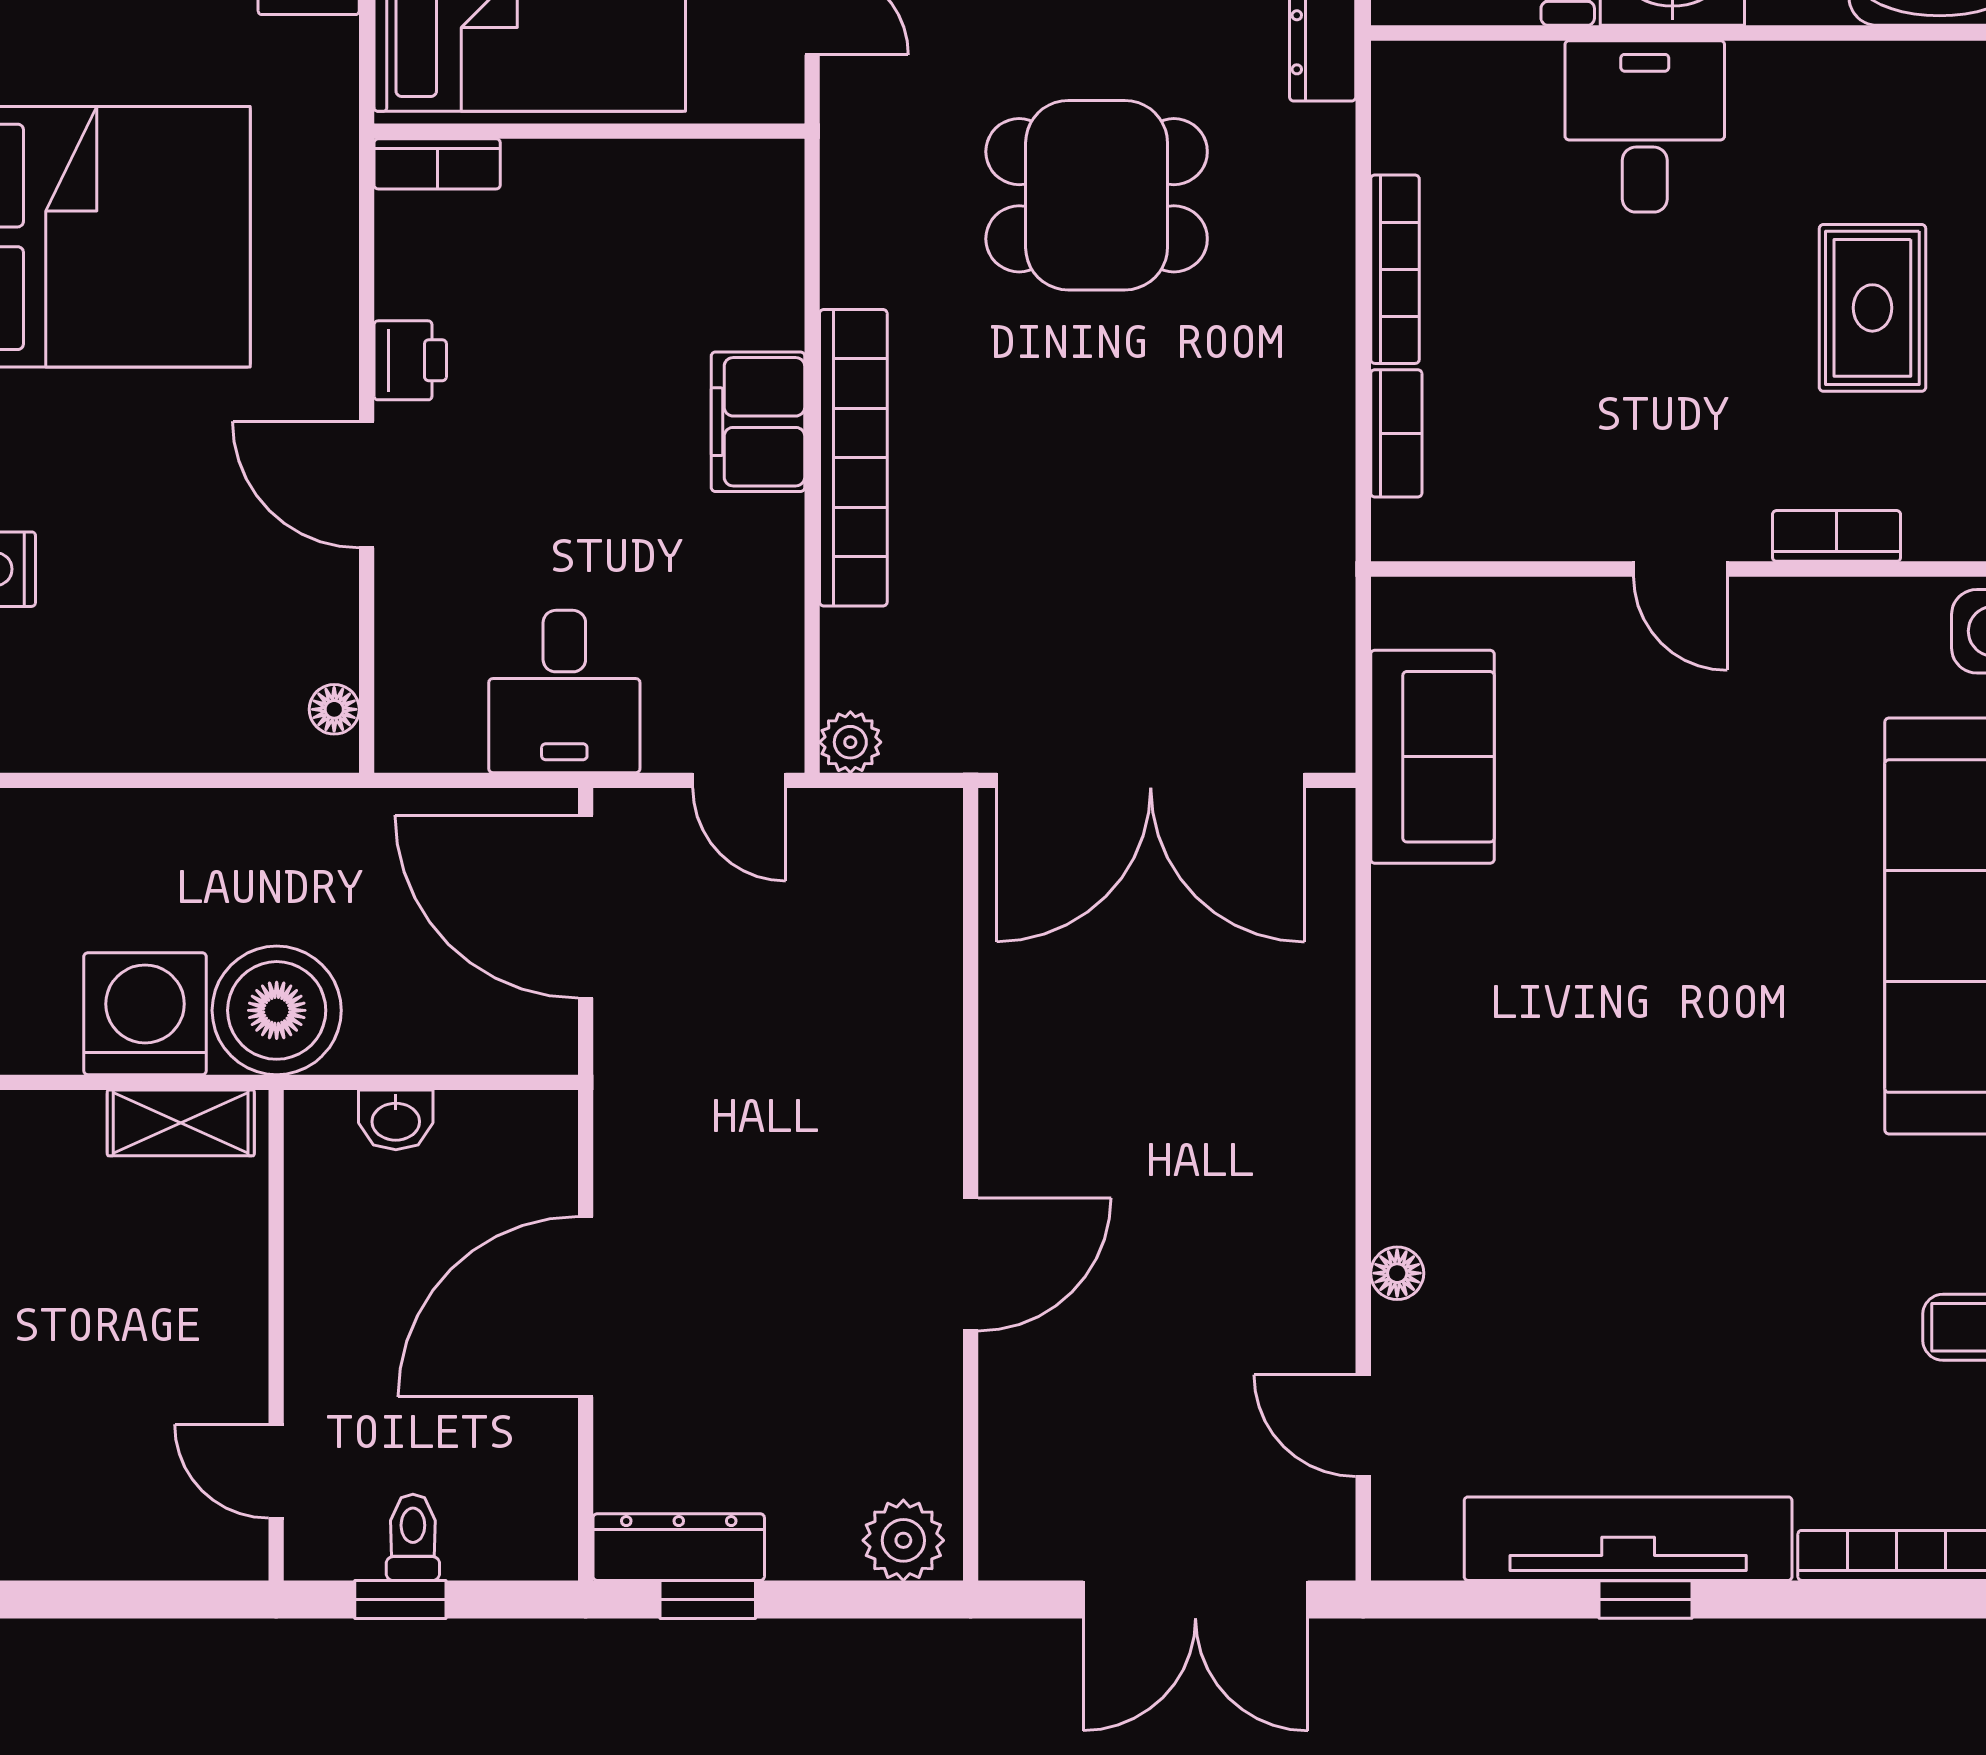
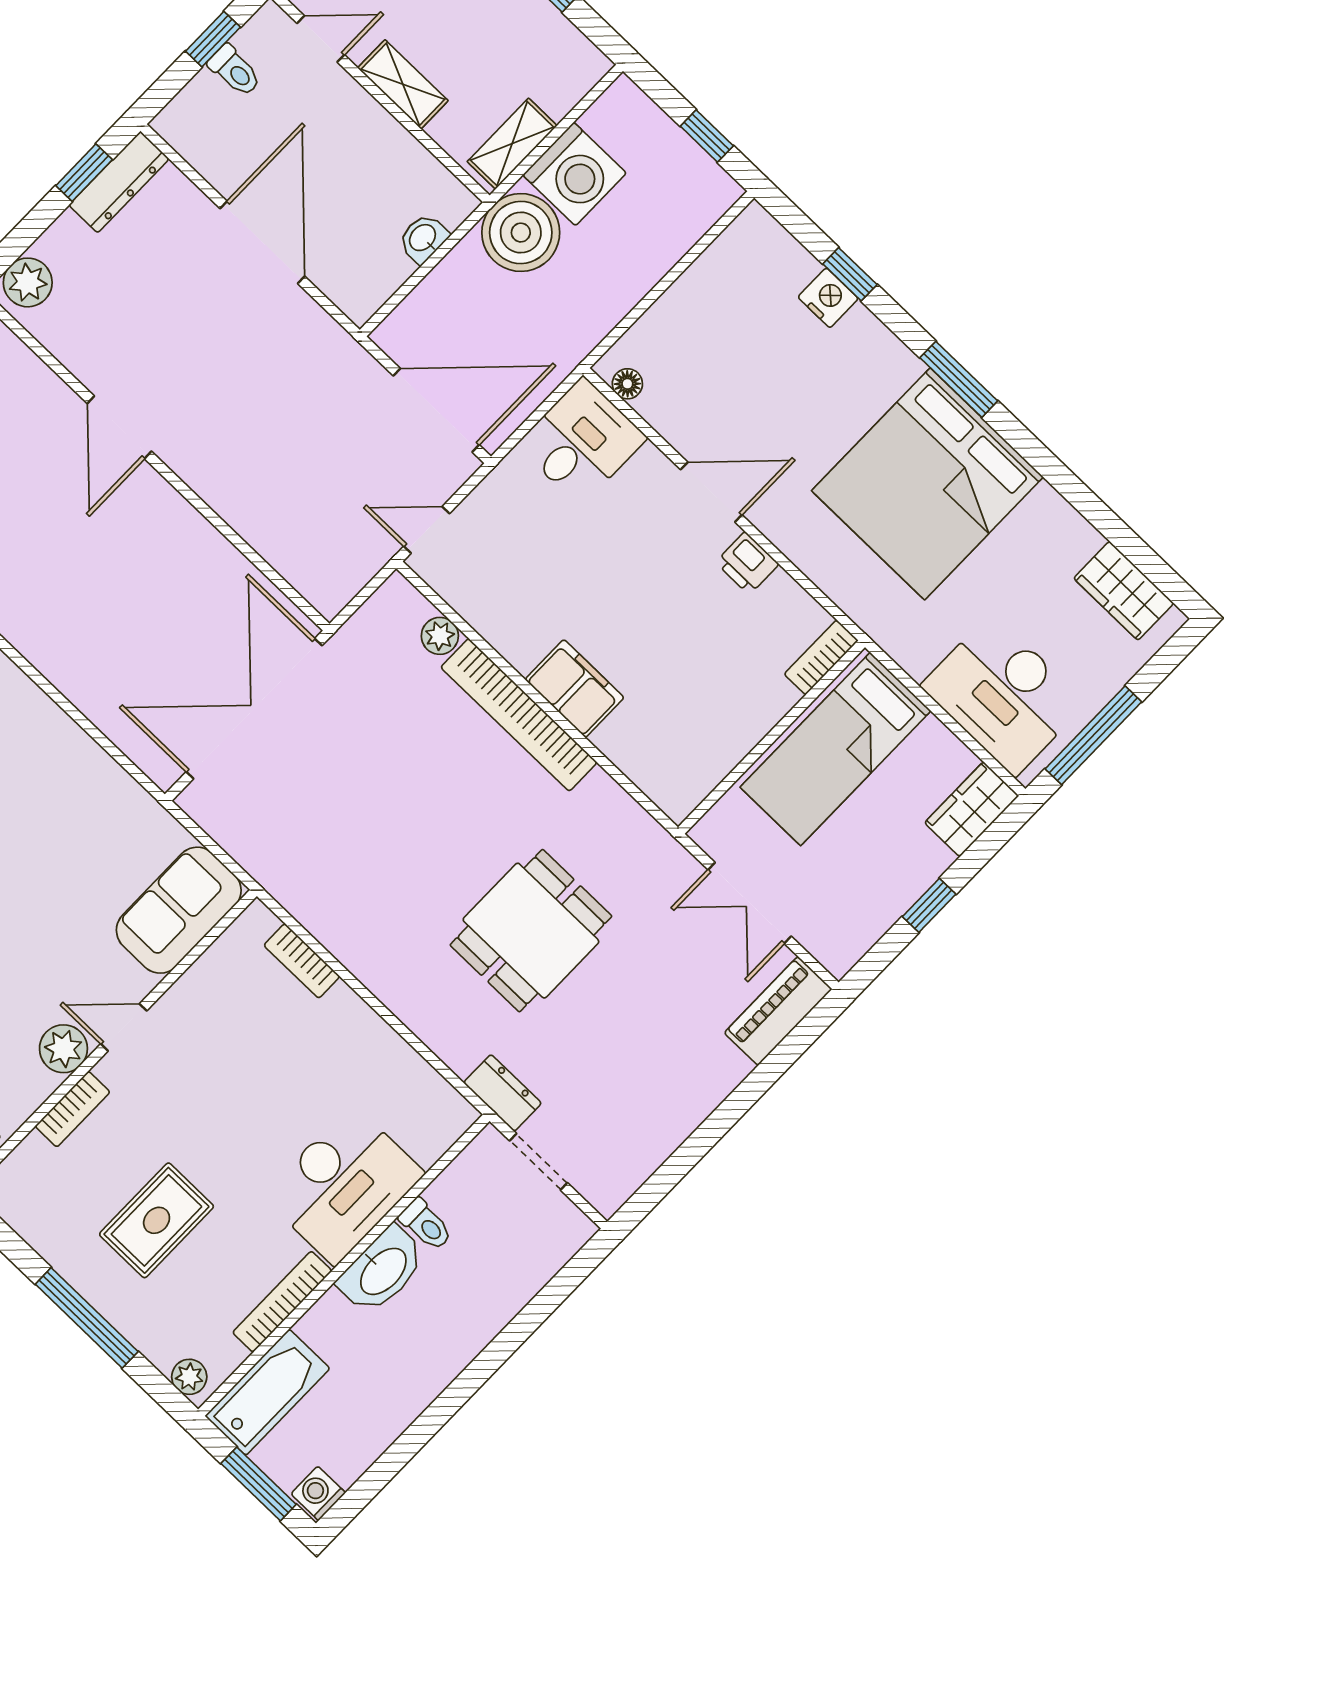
desk: (1645, 126) -> (343, 1185), width x1.37
bookcase: (1395, 269) -> (282, 1302), moved, turned 90
rug: (1872, 308) -> (157, 1220), turned 90
plant: (1775, 616) -> (63, 1049), added
desk: (564, 691) -> (582, 442), moved, turned 90
plant: (850, 742) -> (440, 636), moved
sofa: (1432, 757) -> (179, 910), moved, turned 90
shelving: (236, 1321) -> (403, 84), added

